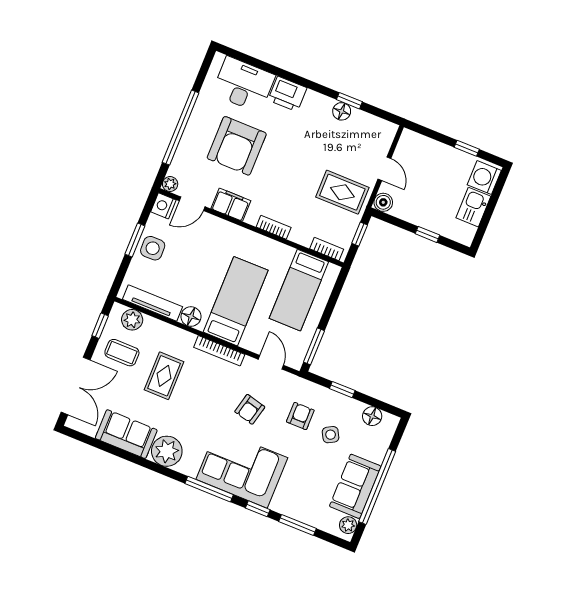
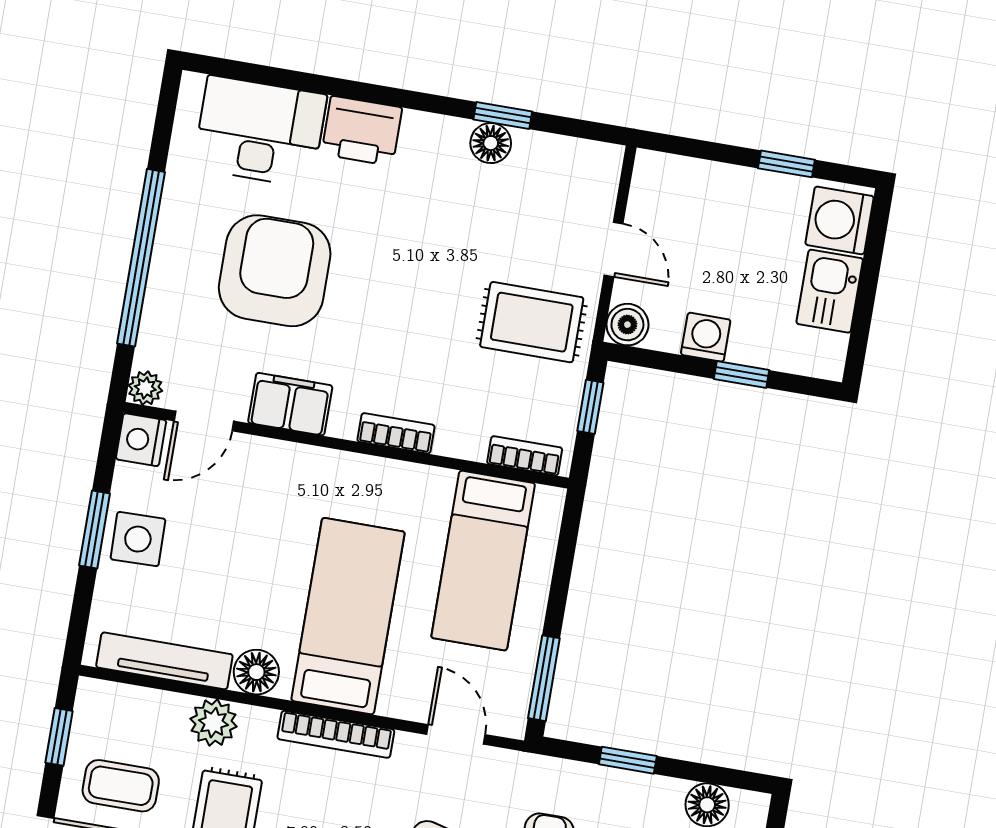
armchair: (237, 146) -> (275, 271), turned 180
washing machine: (416, 215) -> (706, 337), added
plant: (132, 320) -> (213, 723), moved

